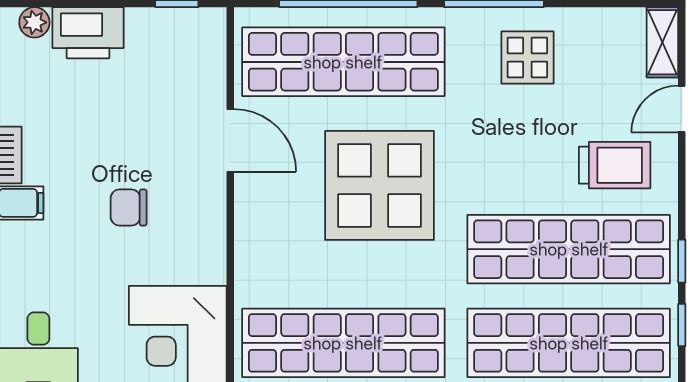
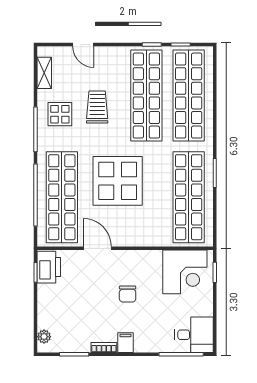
printer: (88, 33) -> (49, 267), moved
shelving: (662, 42) -> (44, 73), moved, turned 90
door: (230, 140) -> (97, 248), hinge flipped
trolley: (615, 165) -> (97, 107), moved

